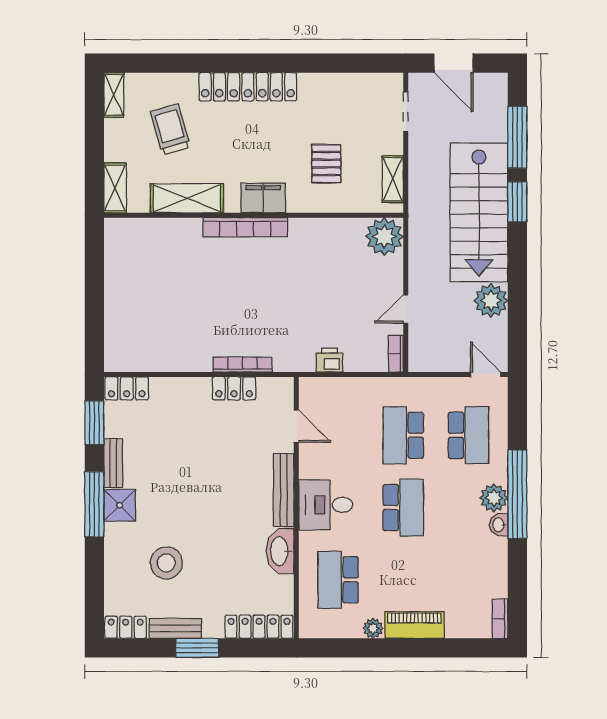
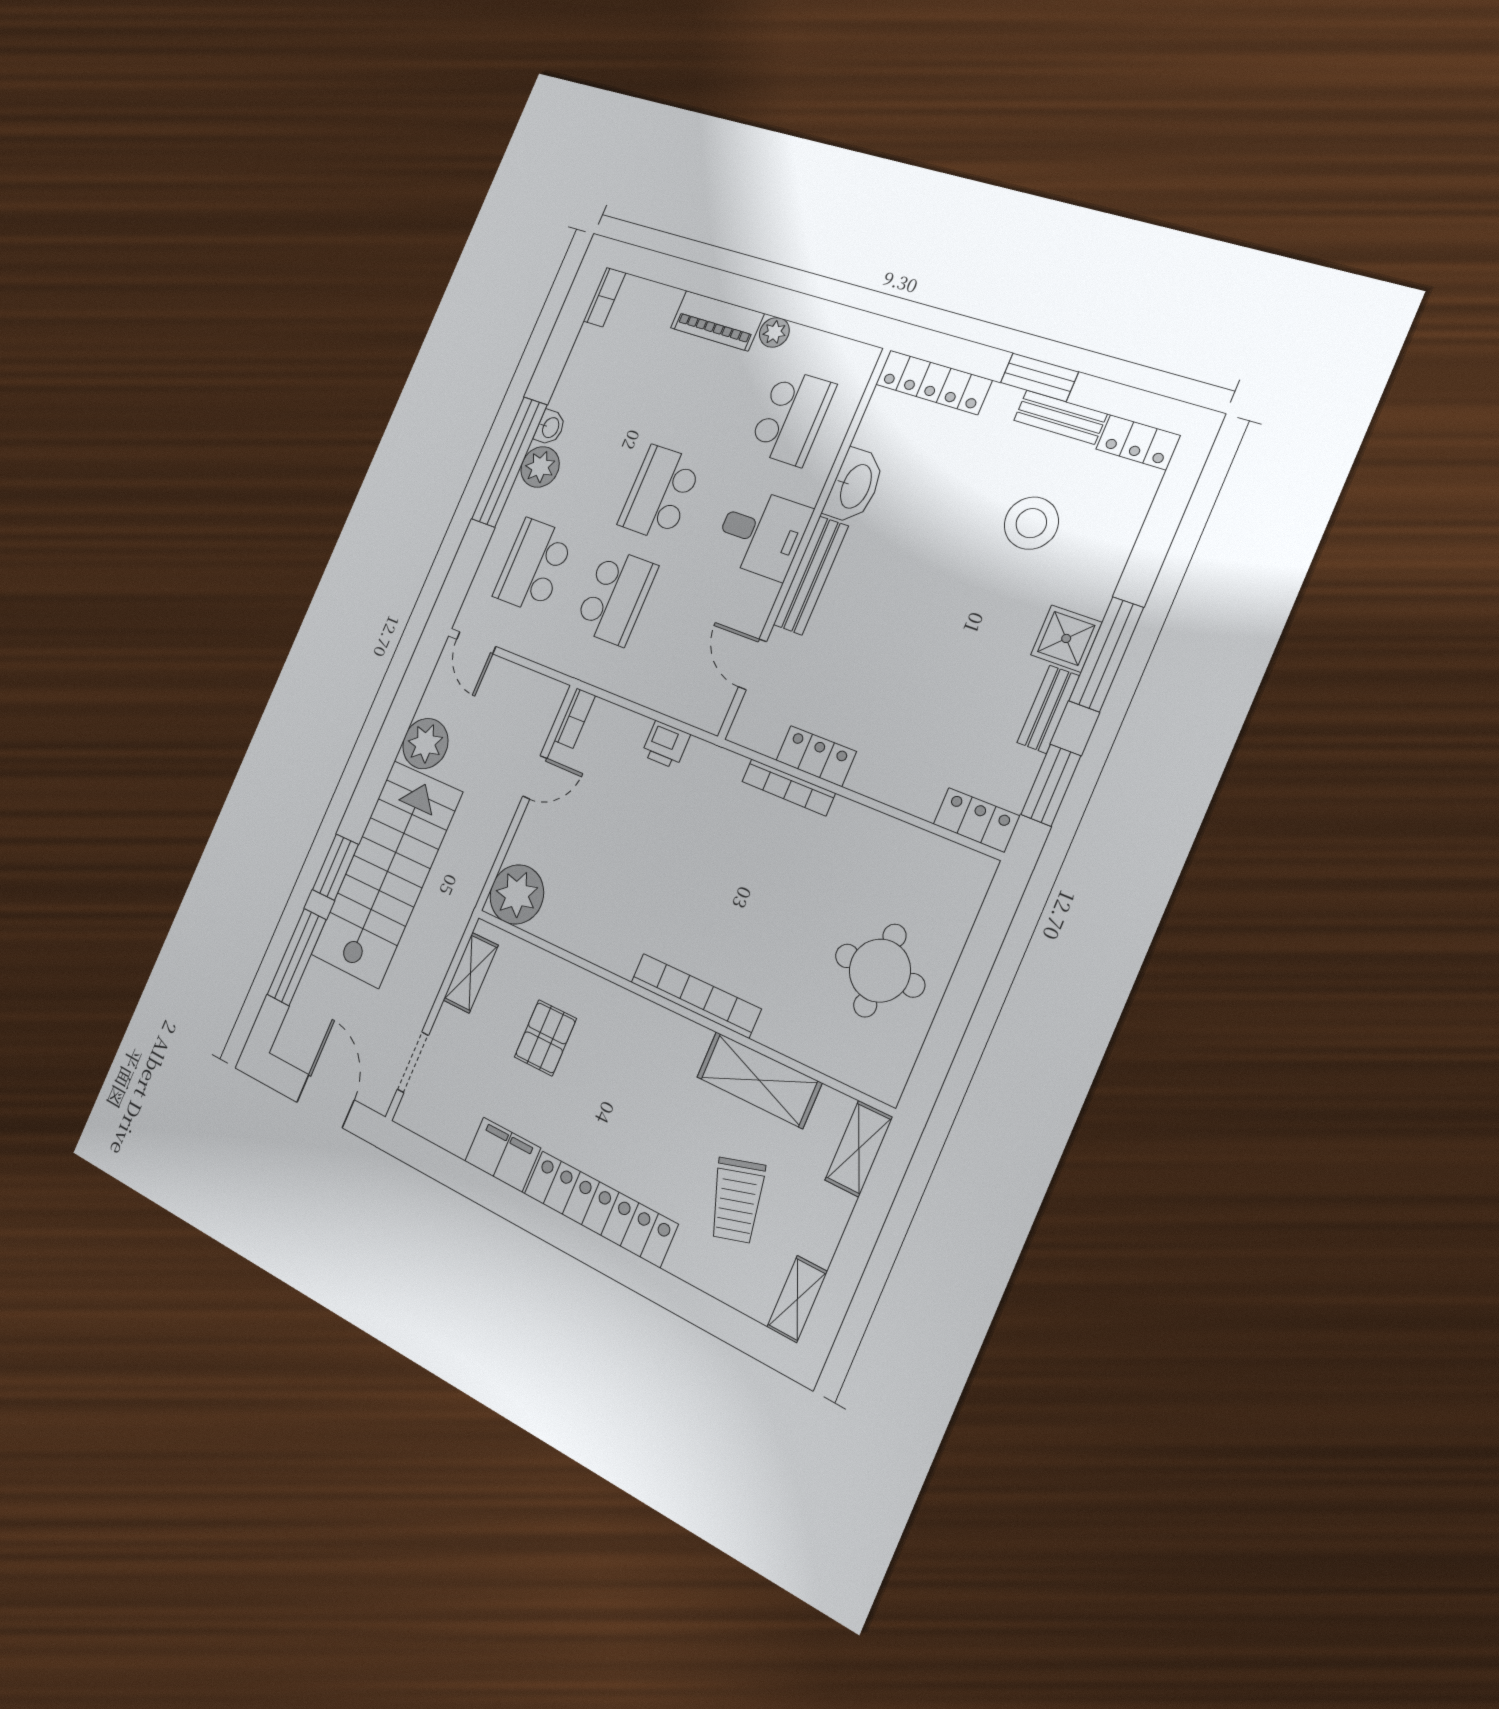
filing cabinet: (263, 198) -> (503, 1154), moved, turned 180
round table: (145, 286) -> (880, 971), added

